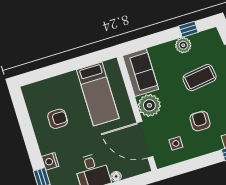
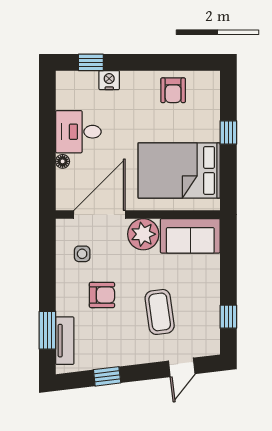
plant: (183, 45) -> (209, 303), removed
window: (61, 68) -> (228, 132), added
bed: (98, 94) -> (179, 170), width x1.50
armchair: (58, 119) -> (173, 90), moved

